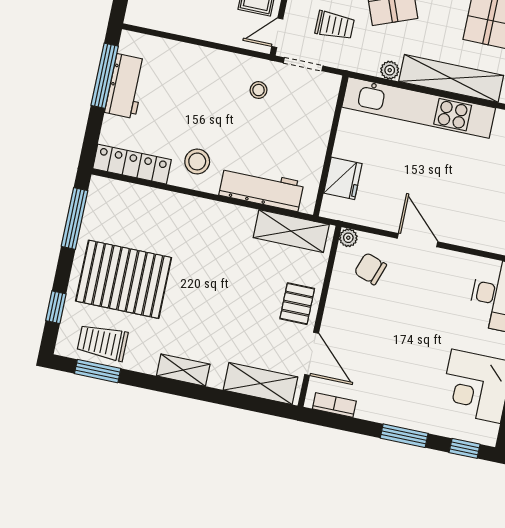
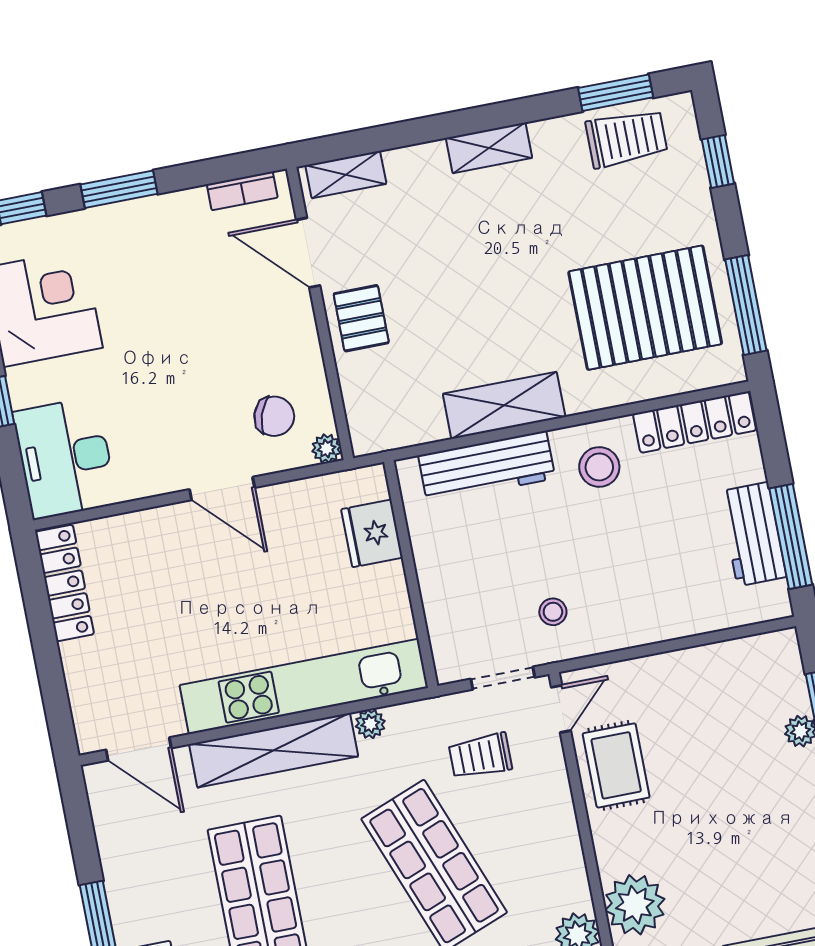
shelving: (291, 231) -> (504, 405), moved
pallet: (124, 279) -> (645, 308), moved
shelving: (261, 383) -> (346, 175), width x0.67, depth x0.75

